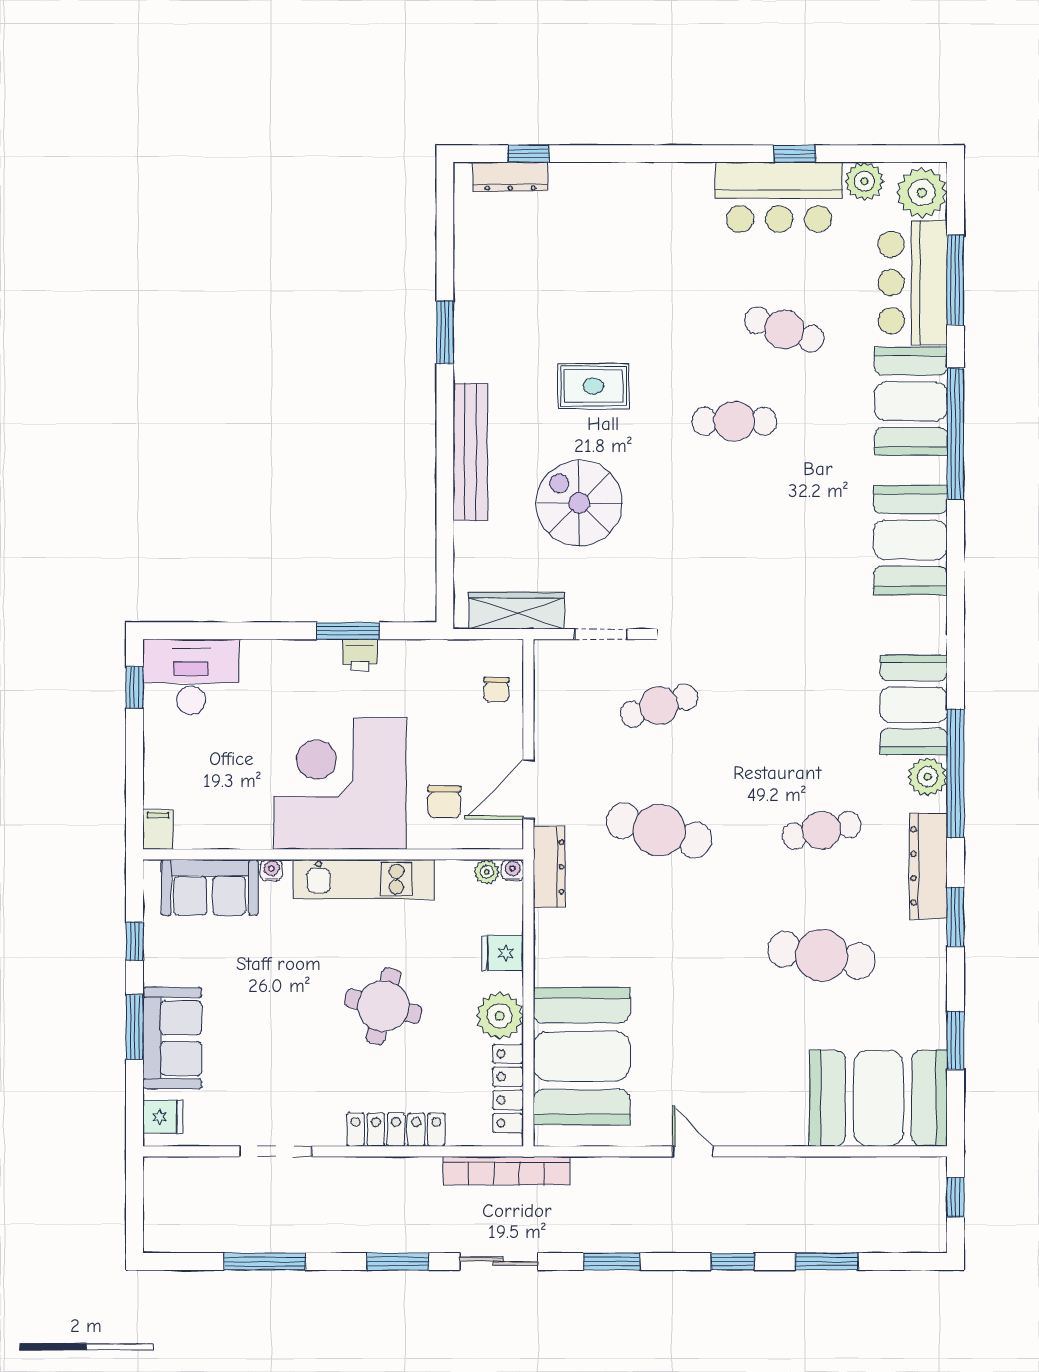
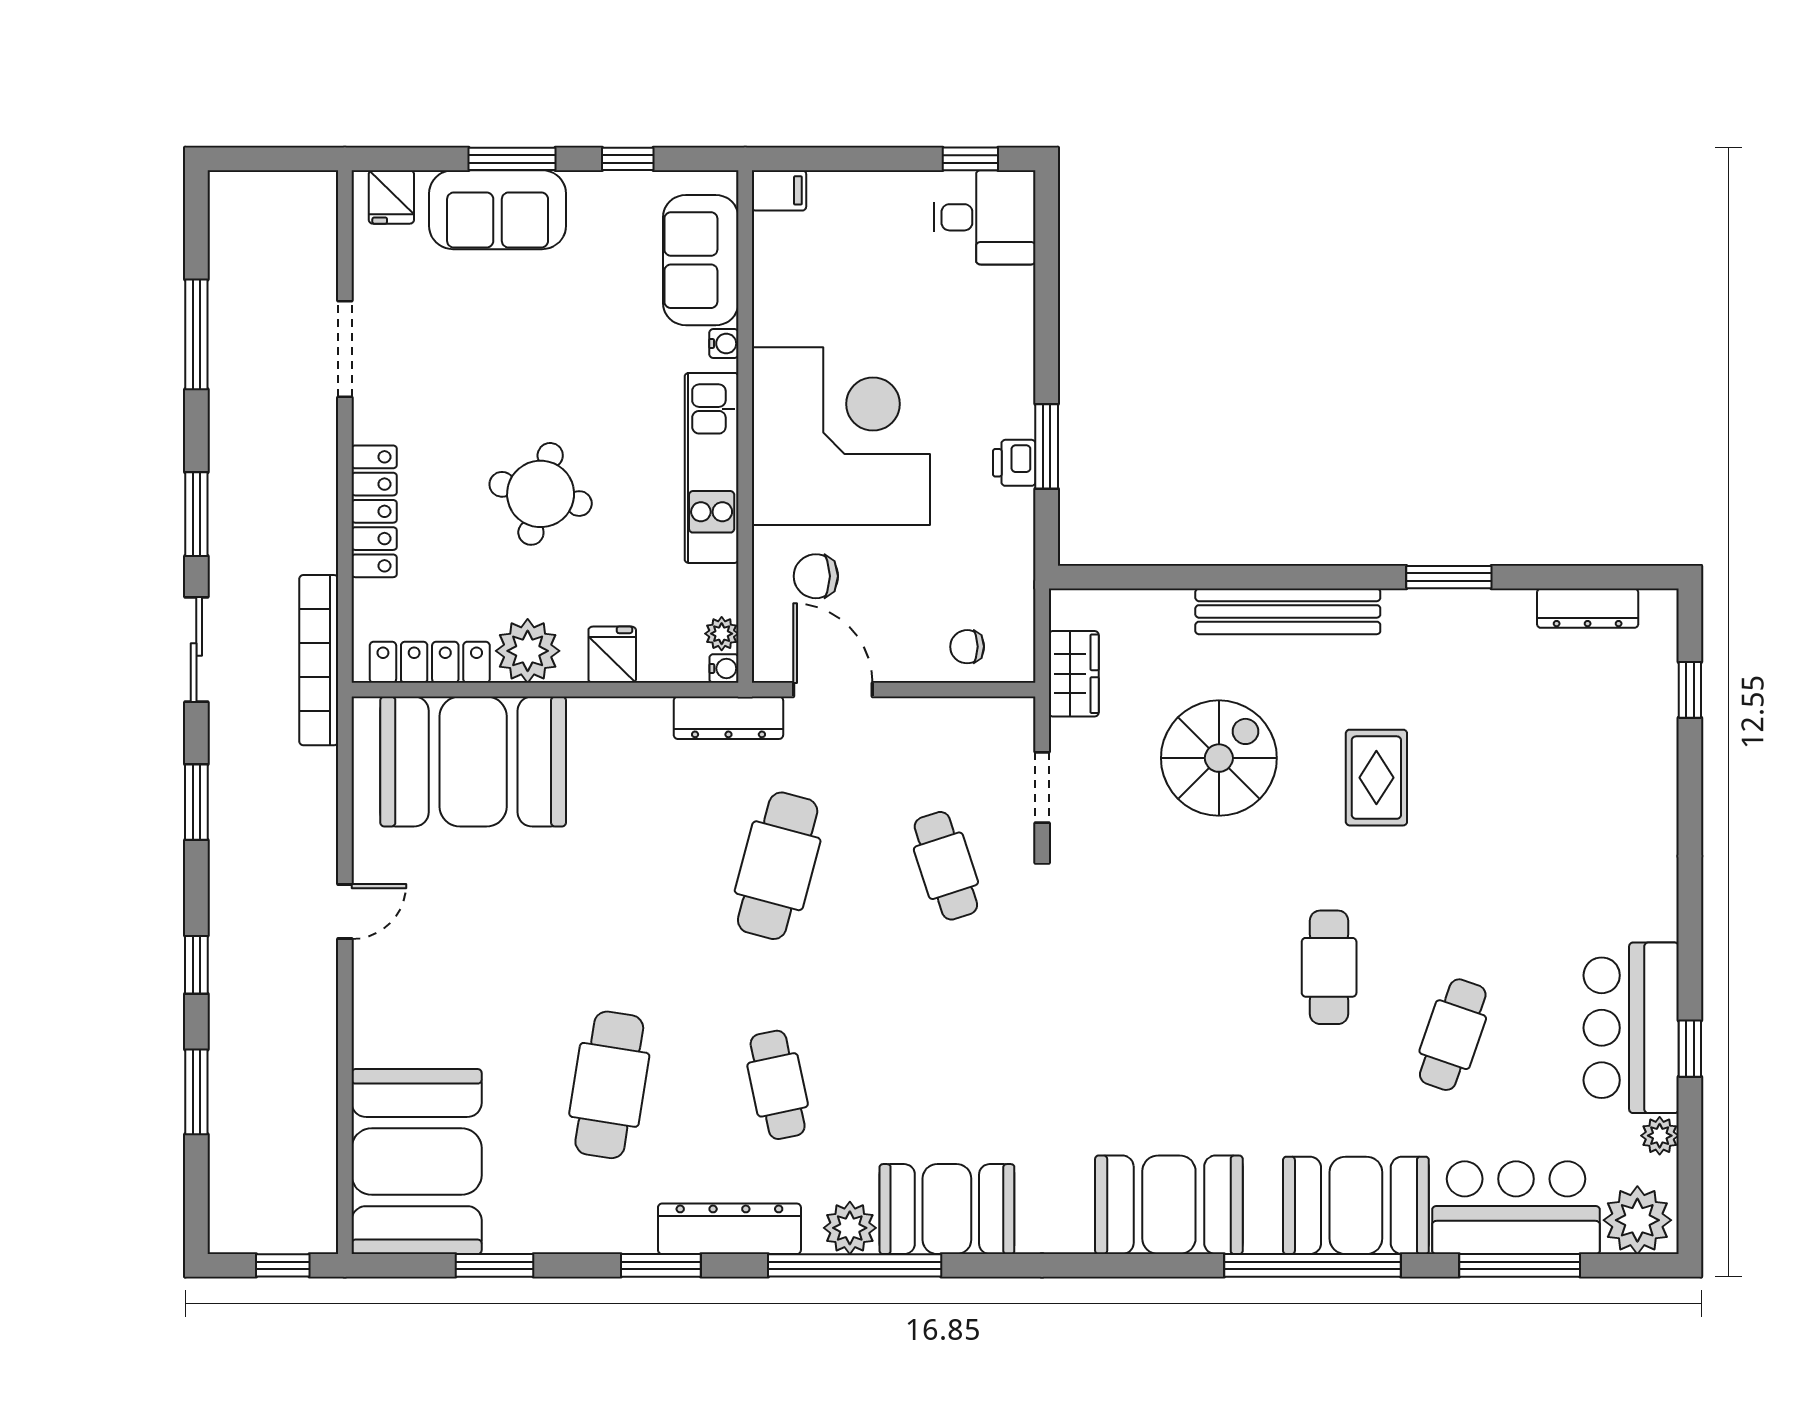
dresser: (510, 177) -> (1588, 608), moved, turned -90
plant: (864, 181) -> (1660, 1136), width x0.73, depth x0.73
wardrobe: (516, 611) -> (1074, 674), width x0.67
desk: (191, 677) -> (984, 217), width x0.73

